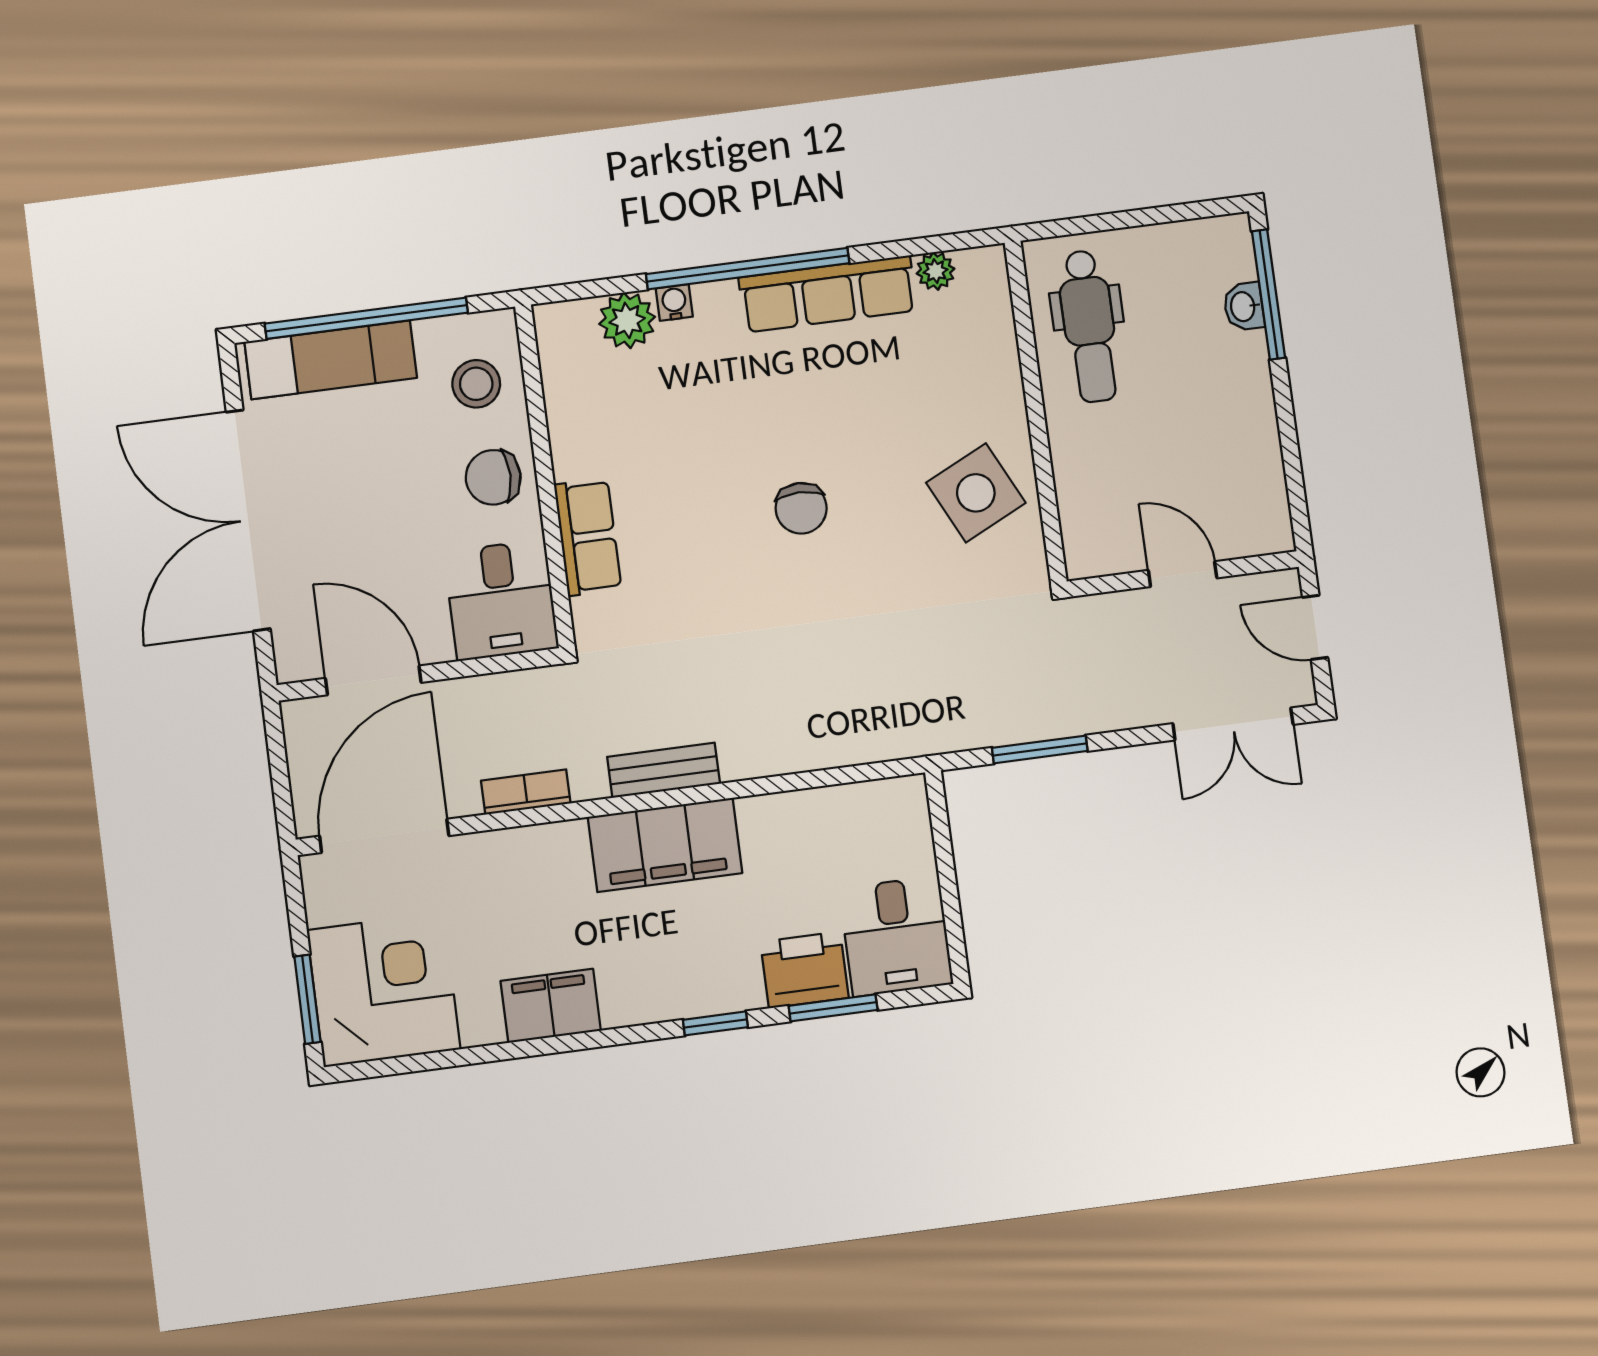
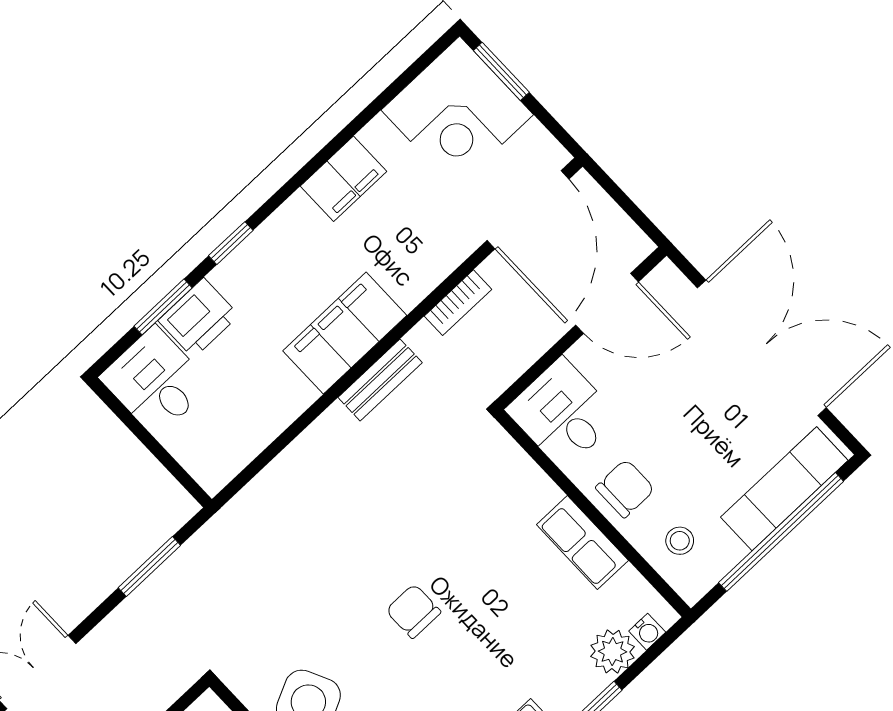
water cooler: (674, 302) -> (647, 632), moved
stool: (476, 384) -> (680, 541), width x0.73, depth x0.73
row of seats: (588, 537) -> (582, 543), moved

